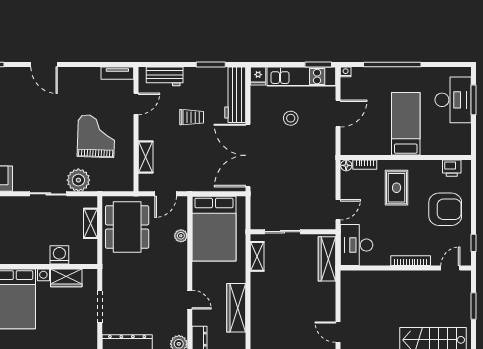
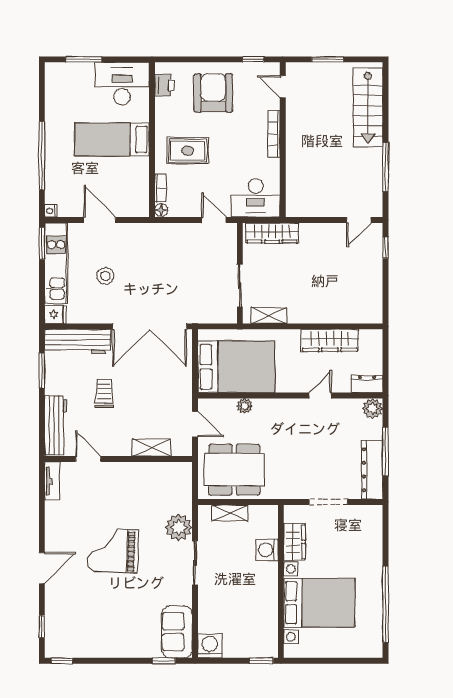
workbench: (165, 76) -> (56, 425), width x1.38
desk: (453, 100) -> (122, 84), moved
grand piano: (96, 136) -> (113, 551), moved

